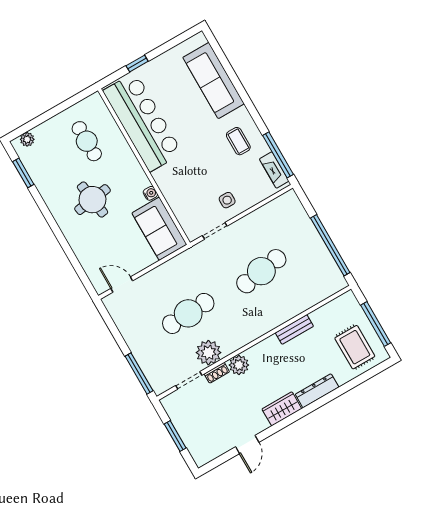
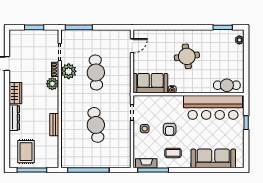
cafe table: (87, 141) -> (227, 85), moved
armchair: (208, 165) -> (170, 129), added
rug: (355, 347) -> (26, 152), turned 90

